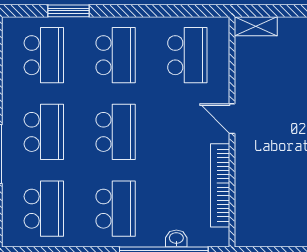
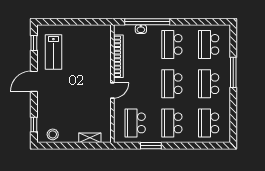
window: (69, 11) -> (151, 146), moved
shelving: (256, 26) -> (90, 138), moved
door: (232, 119) -> (112, 90), hinge flipped

